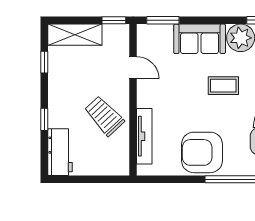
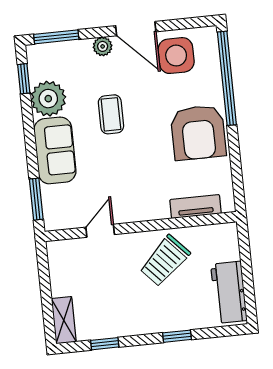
window: (114, 20) -> (43, 261), removed
shelving: (75, 35) -> (64, 320), width x0.67, depth x0.75
tv unit: (144, 136) -> (196, 207), width x0.71
workbench: (60, 152) -> (229, 292), moved, turned -90

